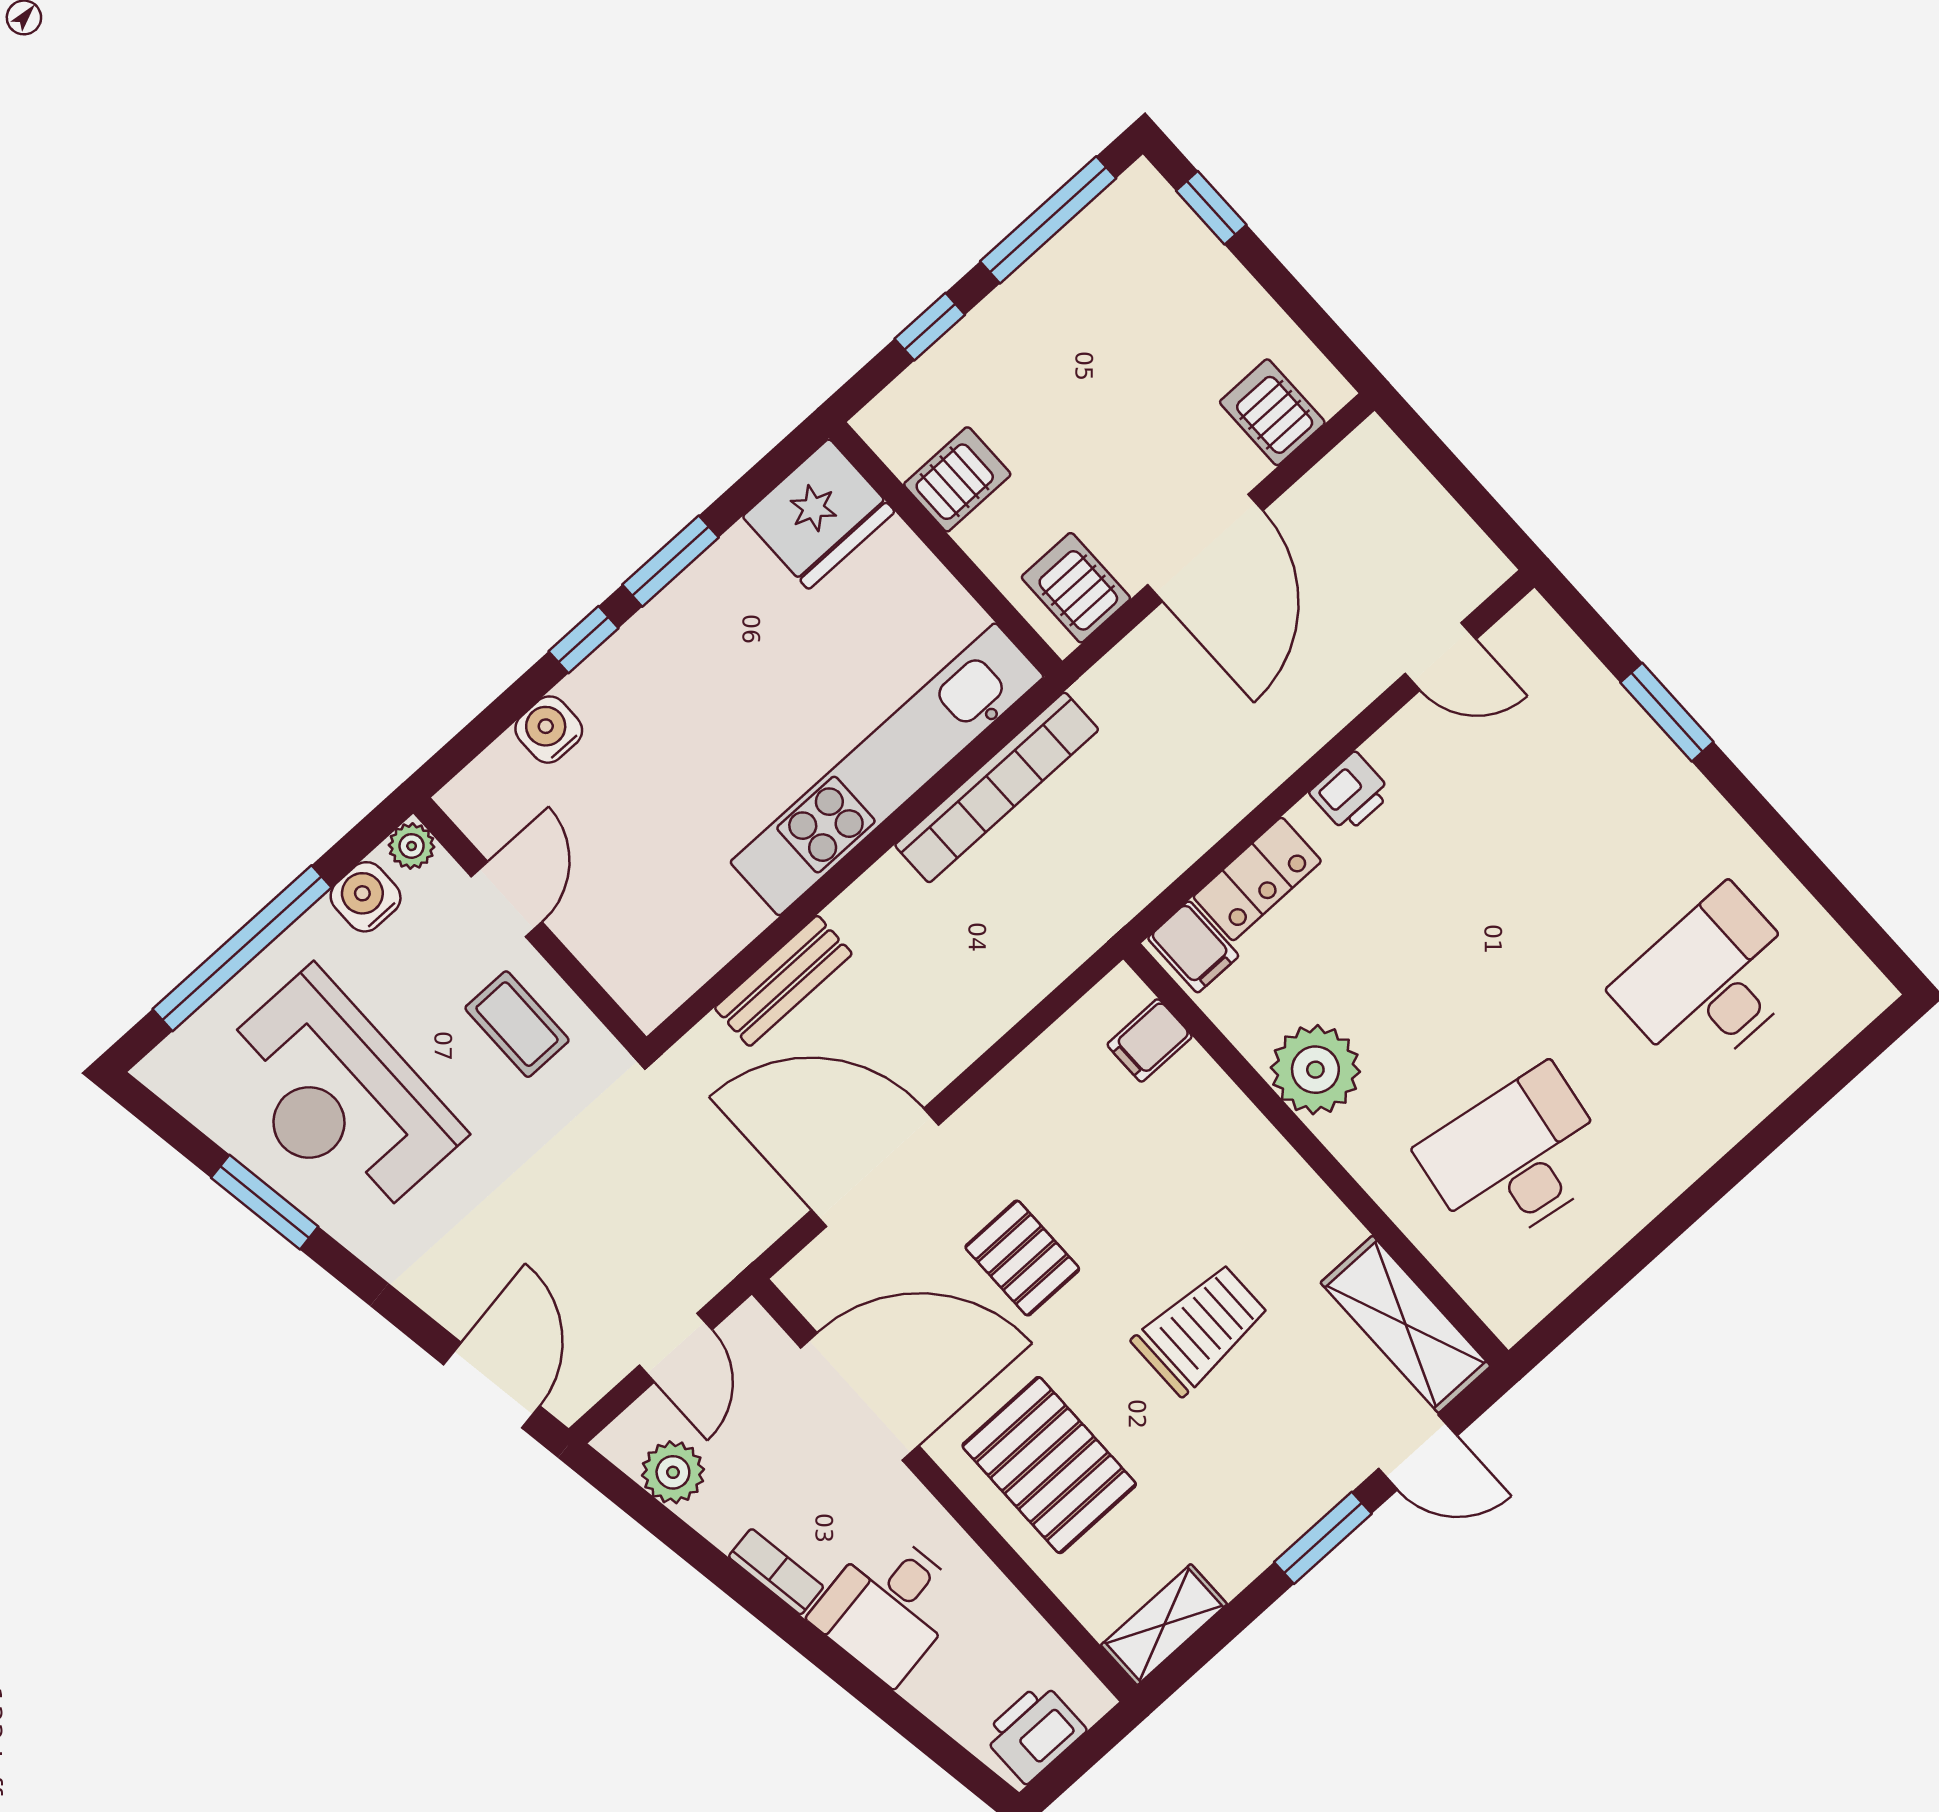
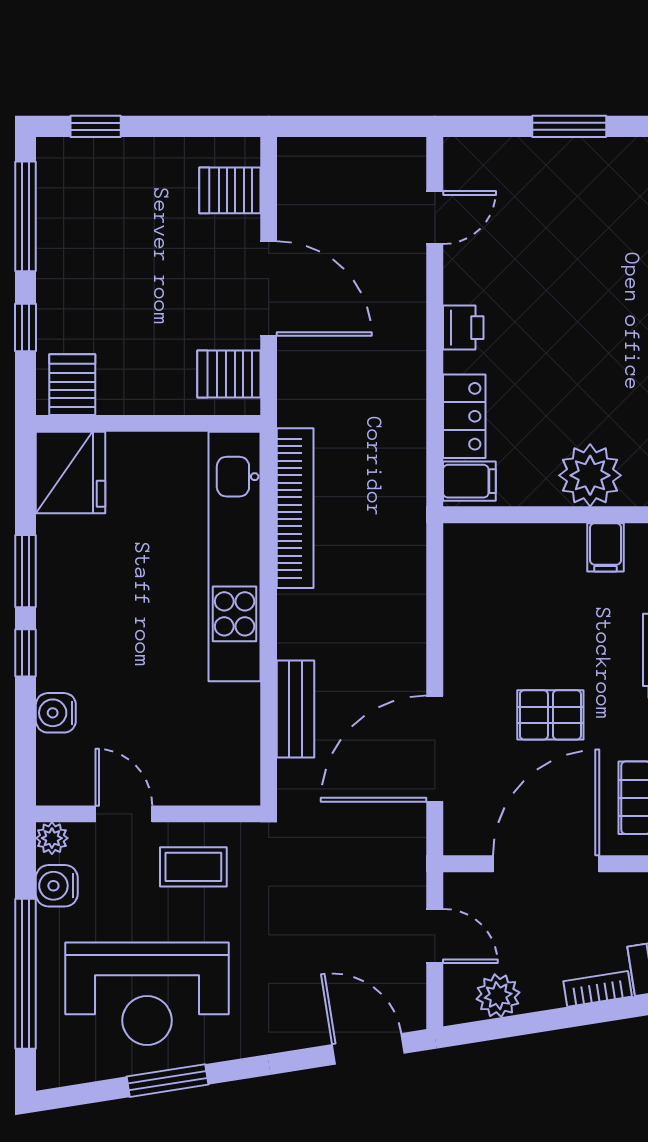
server rack: (957, 479) -> (72, 385), moved
filing cabinet: (1150, 1040) -> (606, 547), moved

